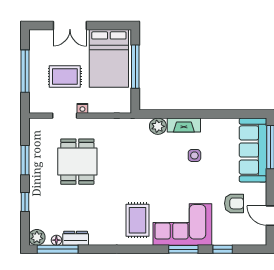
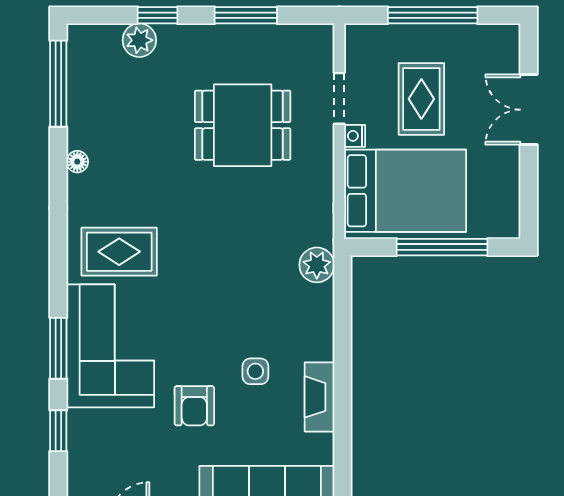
bed: (109, 58) -> (405, 191), moved, turned 180
fireplace: (184, 125) -> (319, 397), moved
plant: (158, 126) -> (317, 265), moved
armchair: (234, 203) -> (194, 406), moved
plant: (37, 237) -> (139, 40), moved
dresser: (76, 238) -> (82, 122), removed
floor lamp: (56, 240) -> (77, 162), moved

